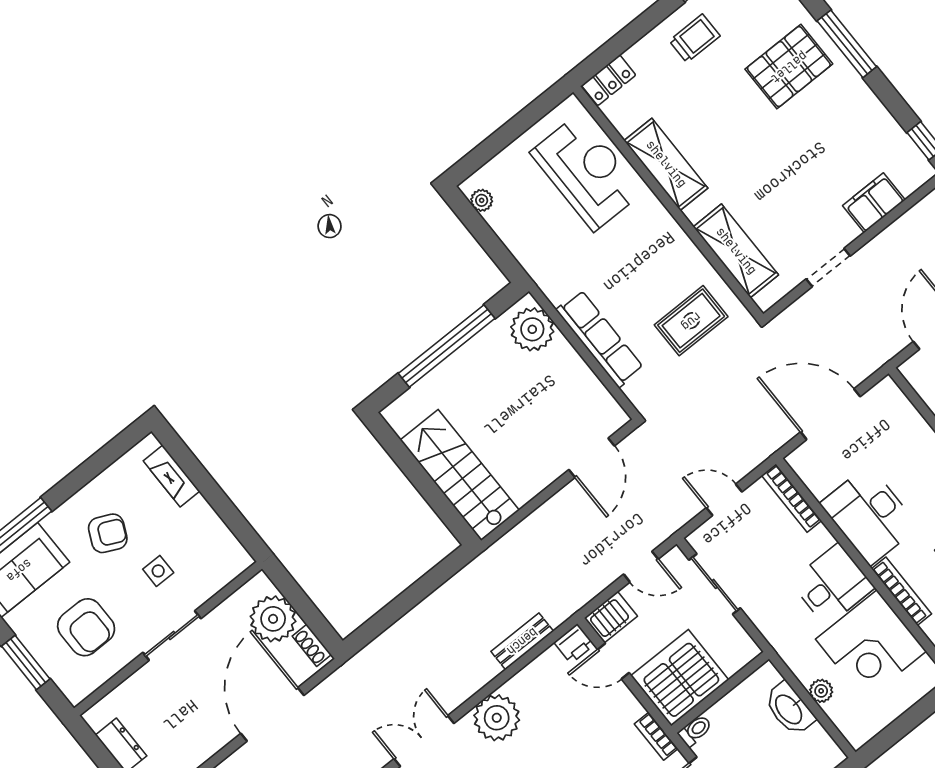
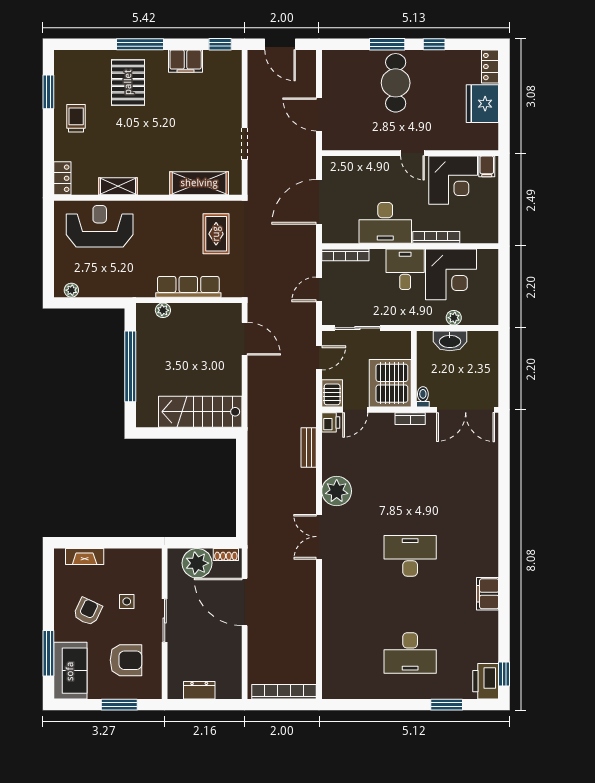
shelving: (666, 164) -> (118, 186), width x0.67, depth x0.75
filing cabinet: (874, 203) -> (186, 61), moved, turned -90
plant: (532, 329) -> (163, 310), width x0.53, depth x0.53

